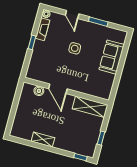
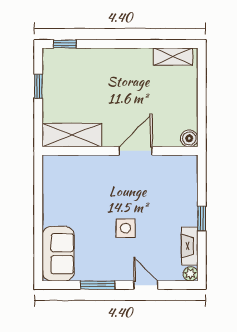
sofa: (112, 57) -> (58, 254), moved
door: (58, 89) -> (136, 151), hinge flipped
boiler: (39, 91) -> (189, 138), moved
shelving: (43, 140) -> (173, 57), moved

